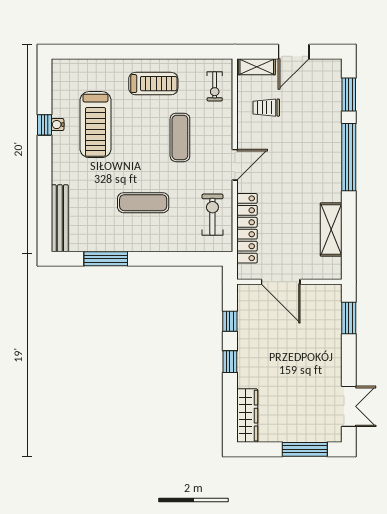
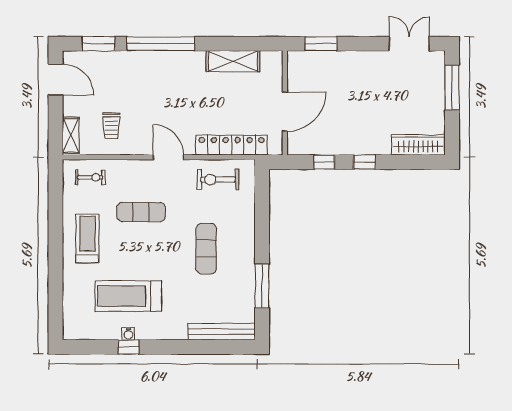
door: (294, 52) -> (56, 80), moved
treadmill: (95, 125) -> (128, 296), turned 180

